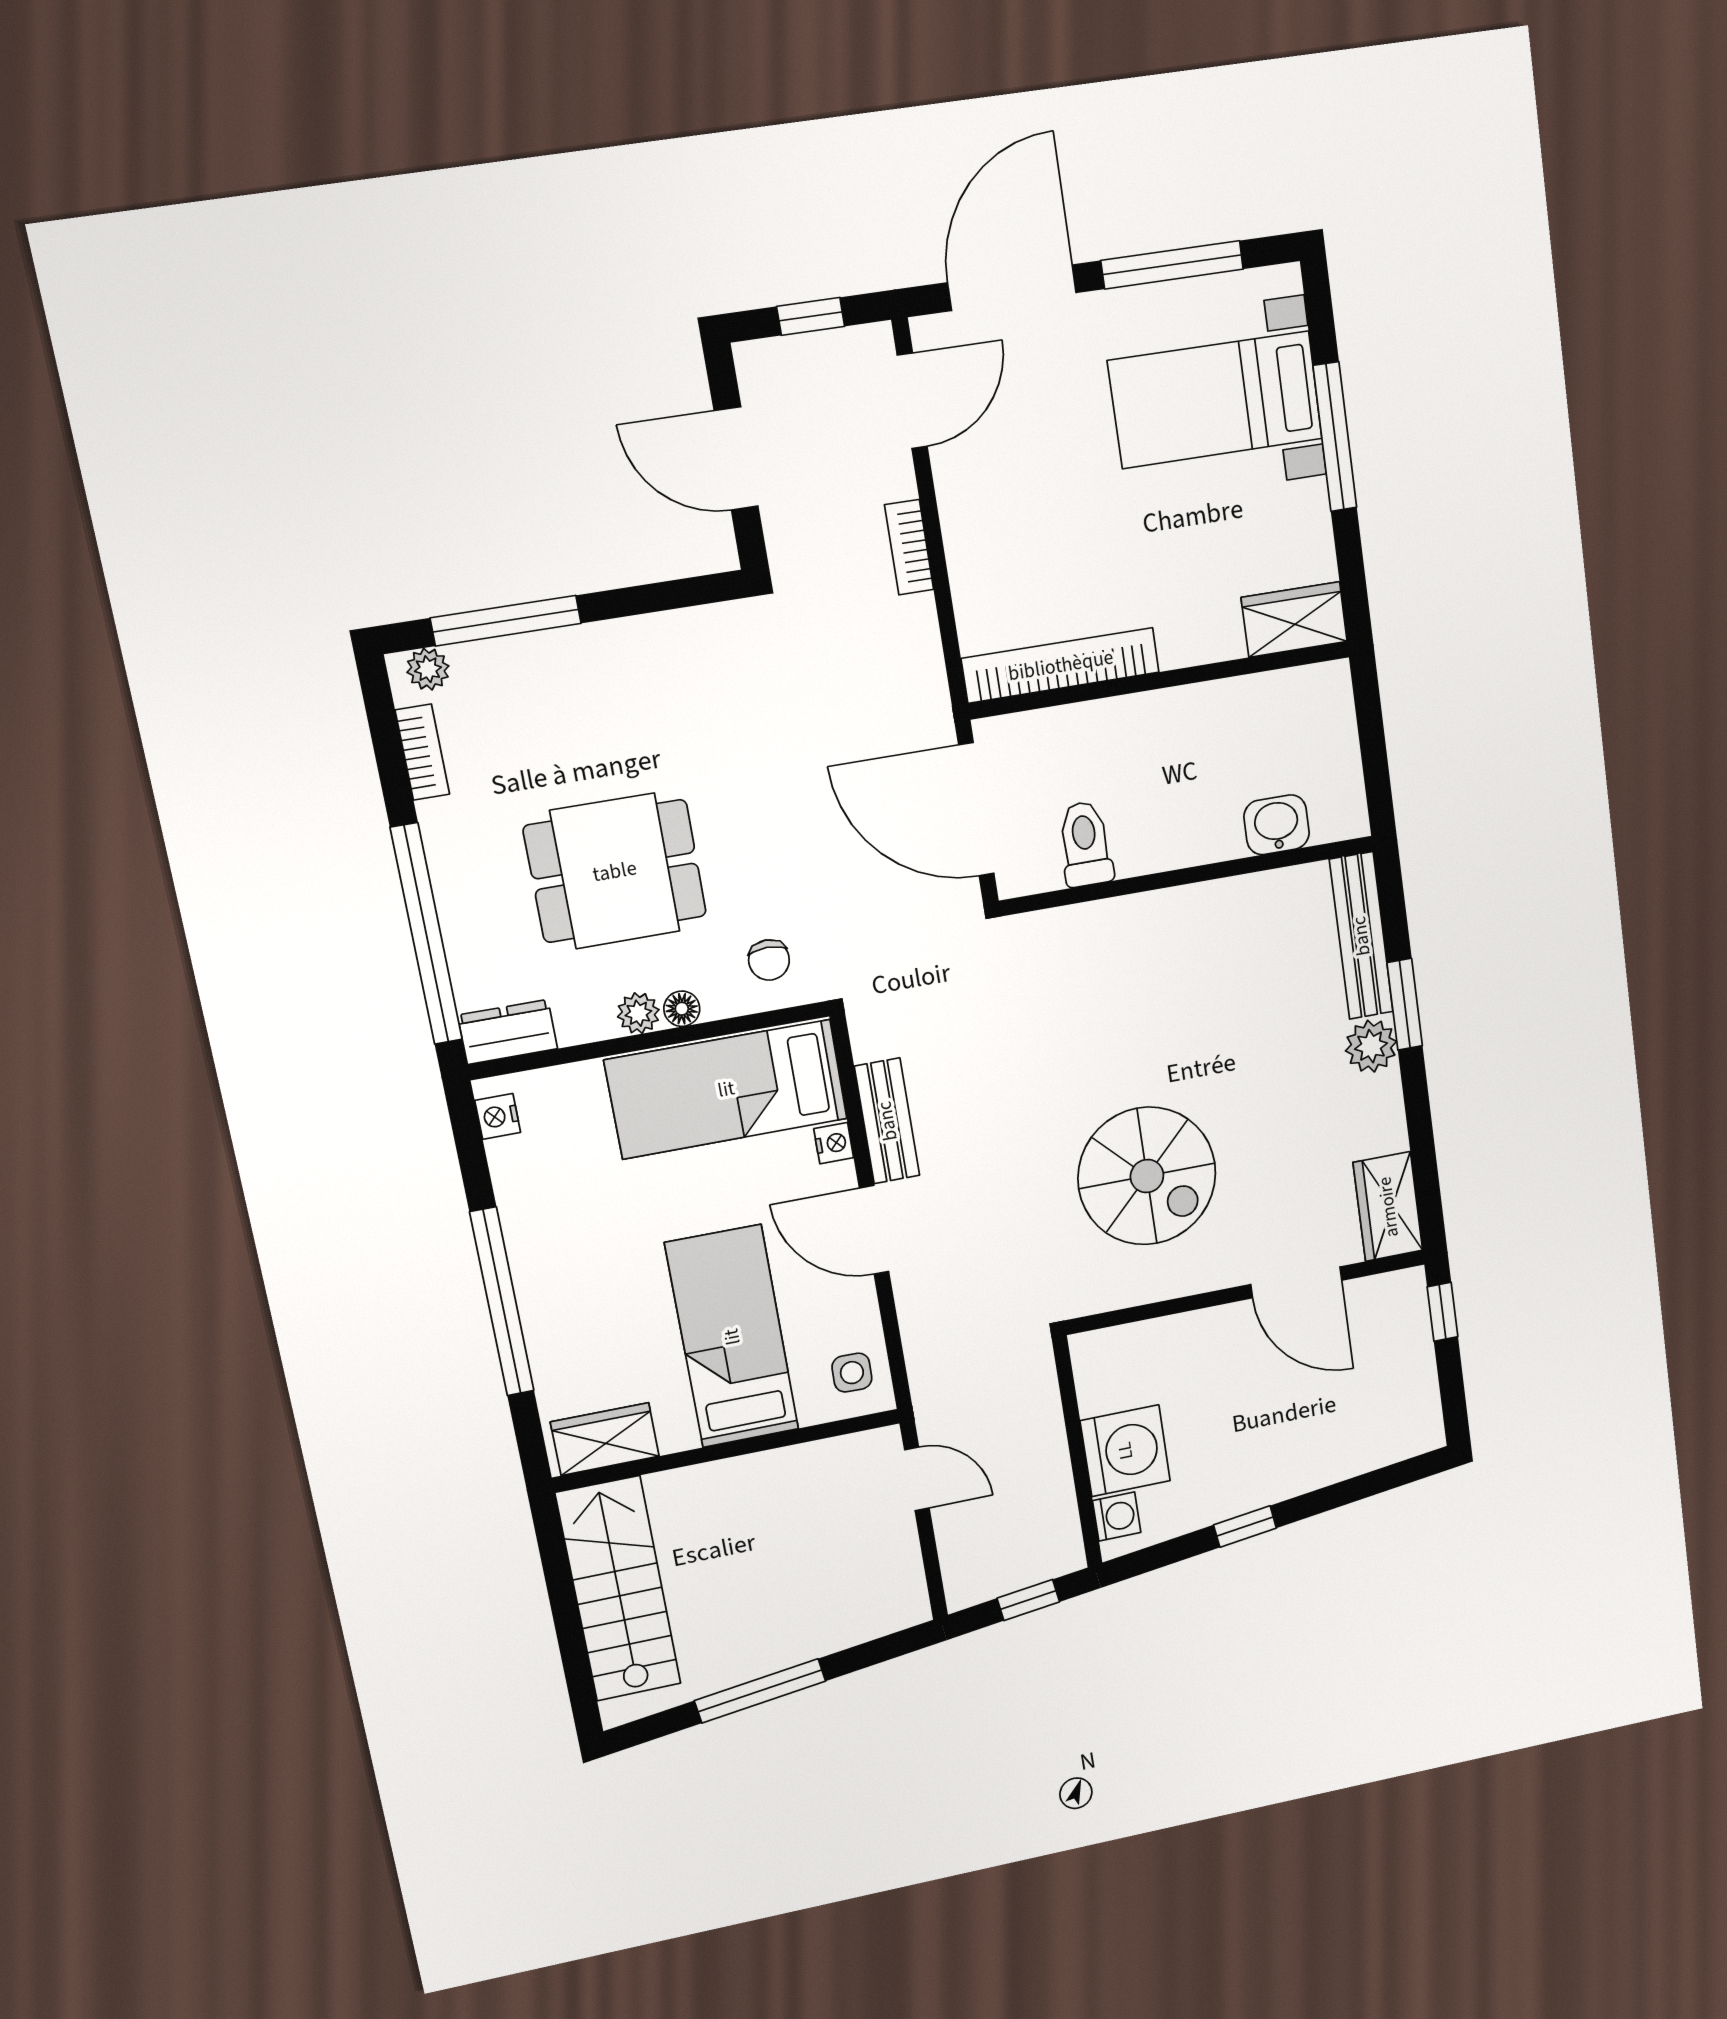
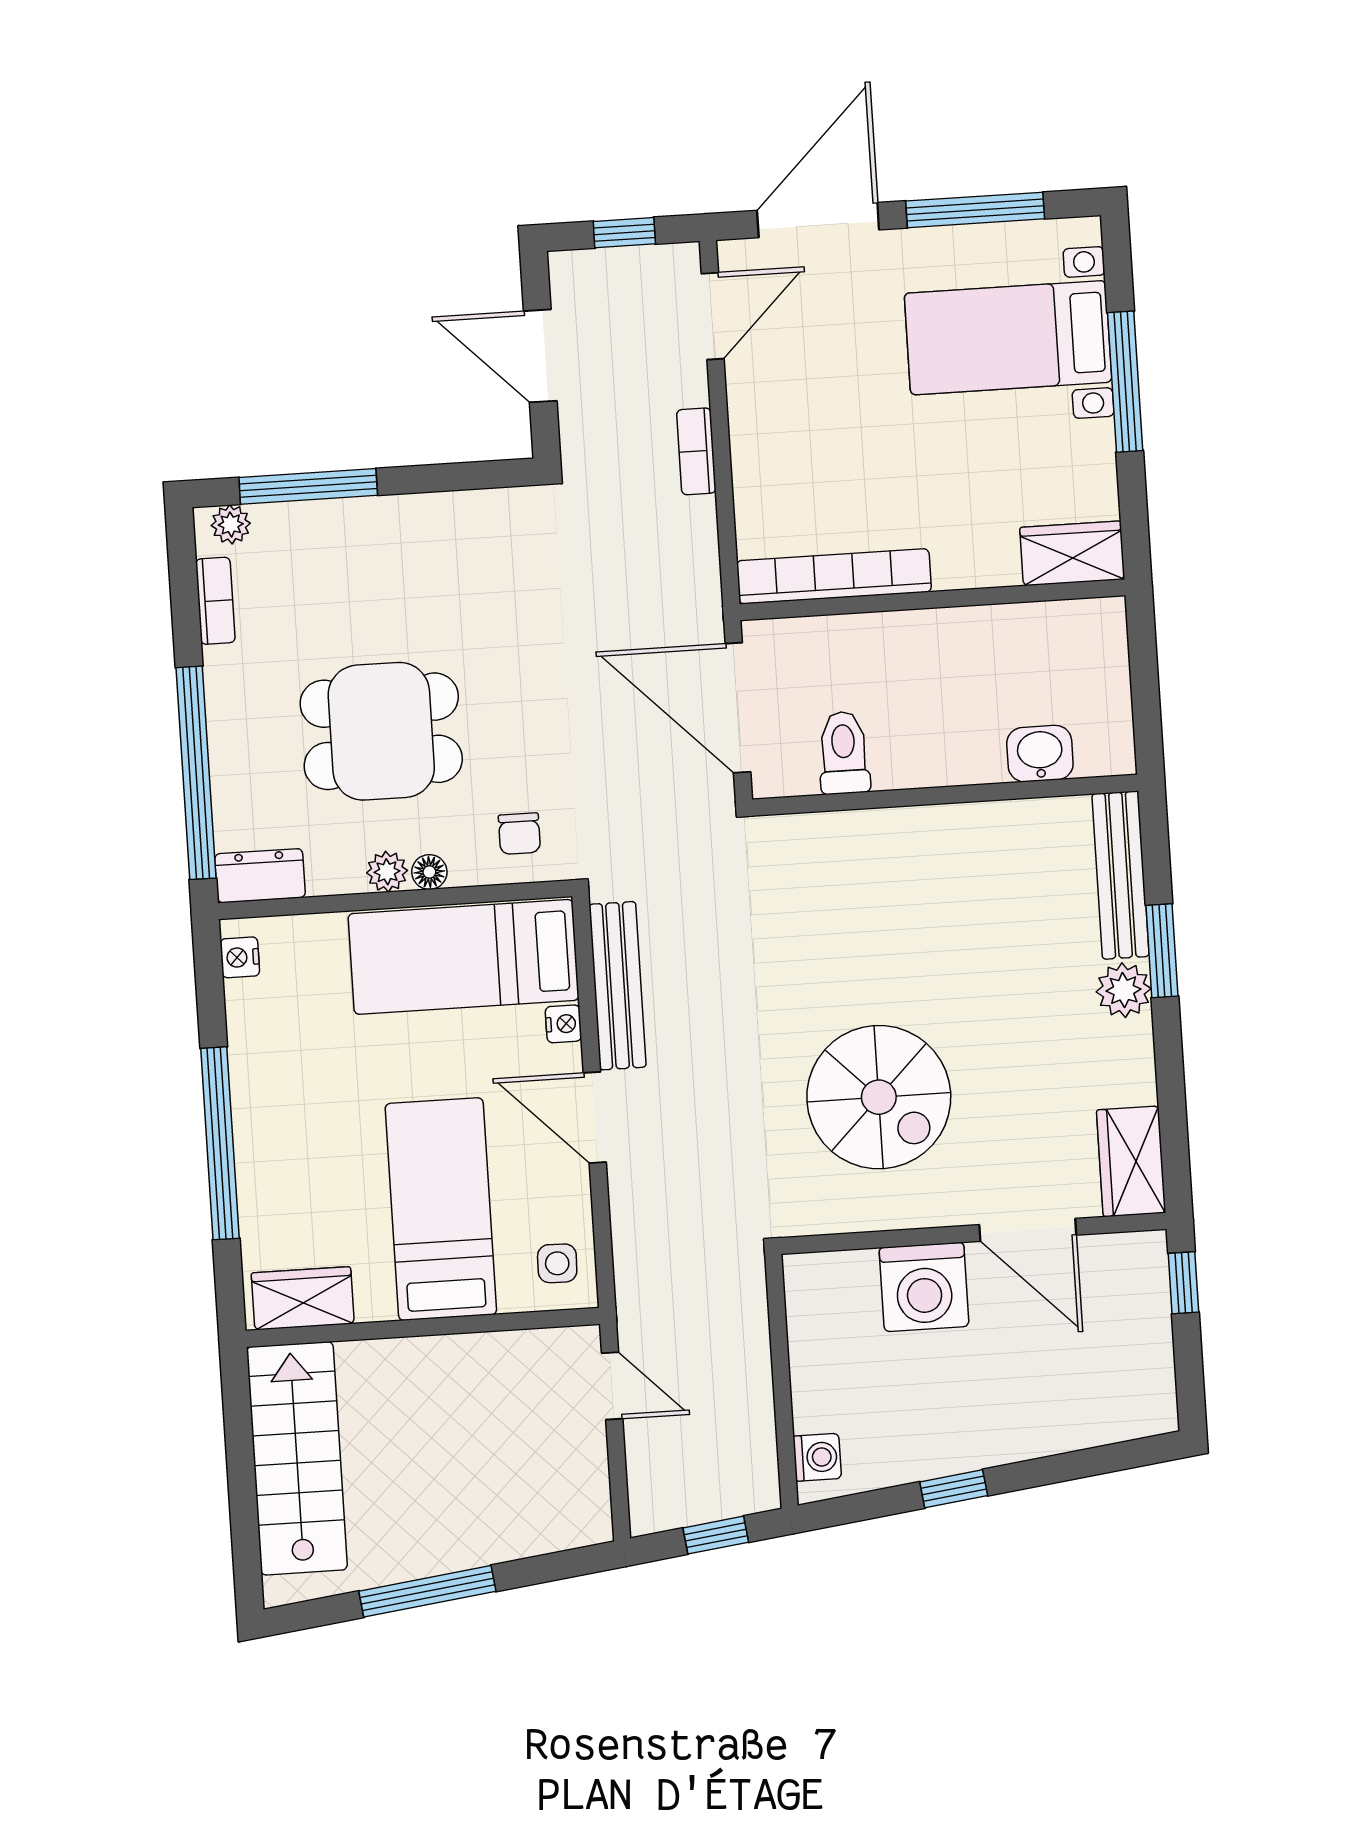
bench: (887, 1121) -> (618, 986), width x1.36
washing machine: (1125, 1451) -> (924, 1287), moved, turned 90

